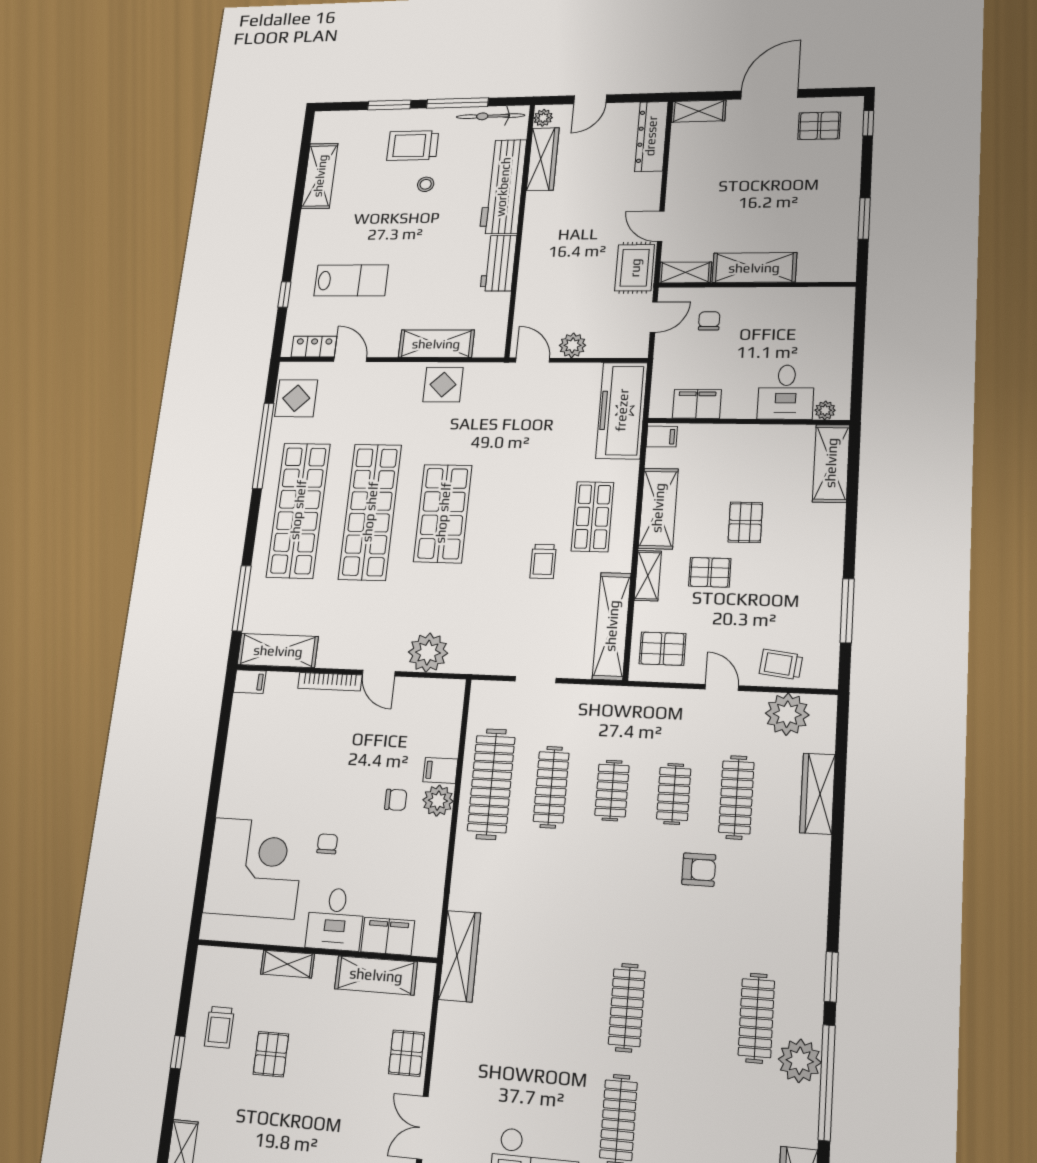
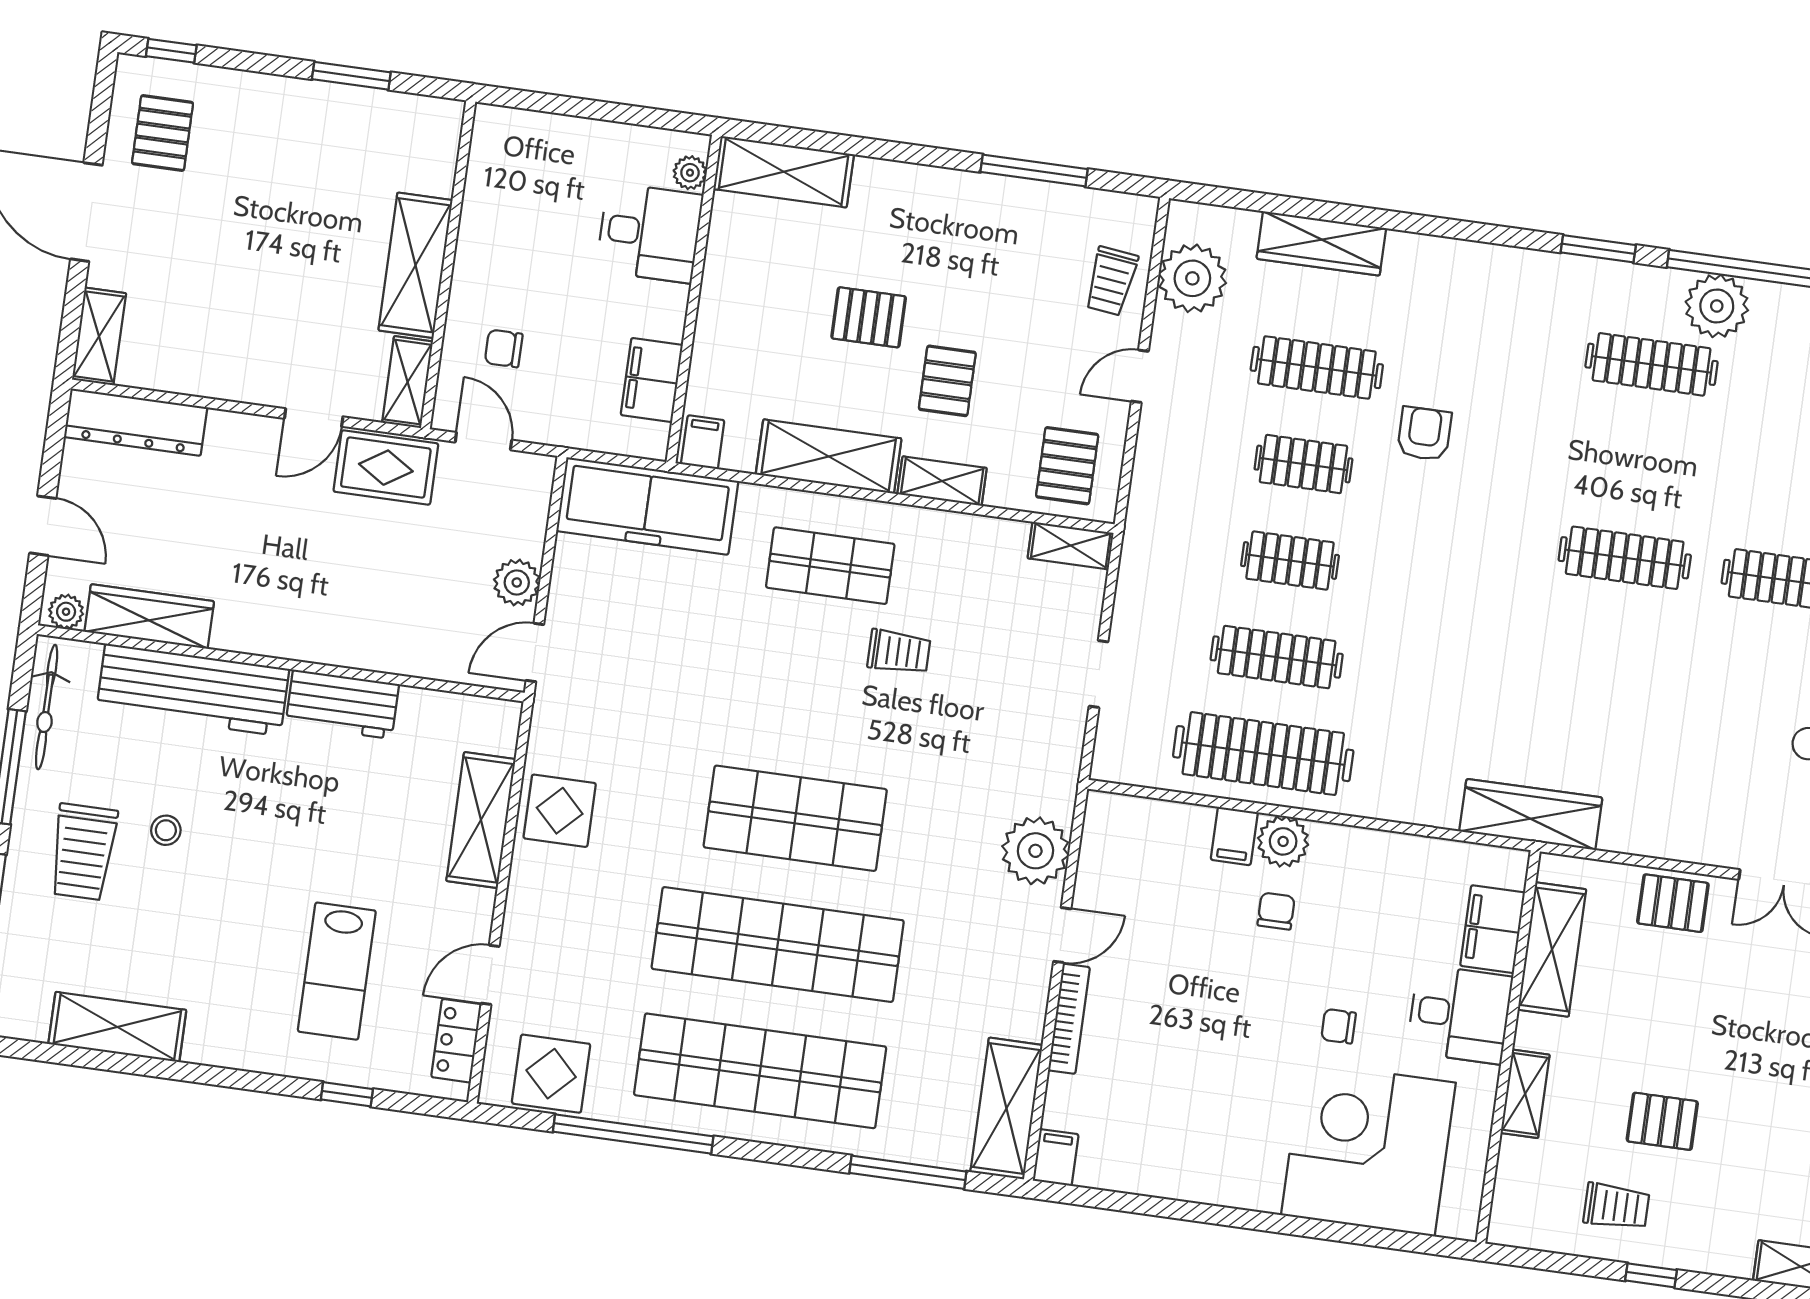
lab bench: (351, 280) -> (337, 971), turned 180
shelving: (612, 626) -> (1071, 546), width x0.45, depth x0.75

